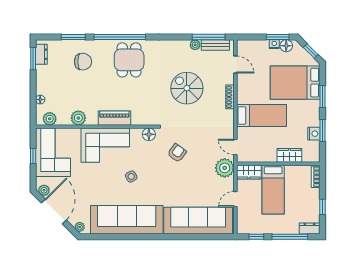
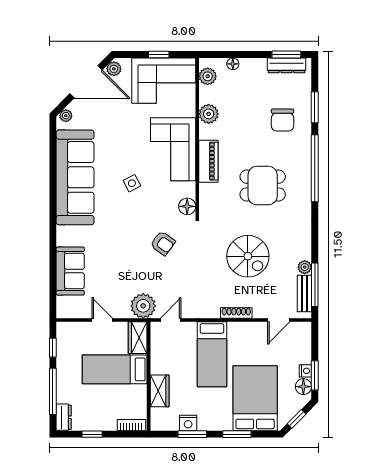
dresser: (41, 54) -> (286, 65), width x1.44
dining table: (129, 60) -> (263, 186), moved
spiral stairs: (187, 88) -> (248, 256), turned 90
sofa: (198, 221) -> (70, 271), width x0.54, depth x0.79

